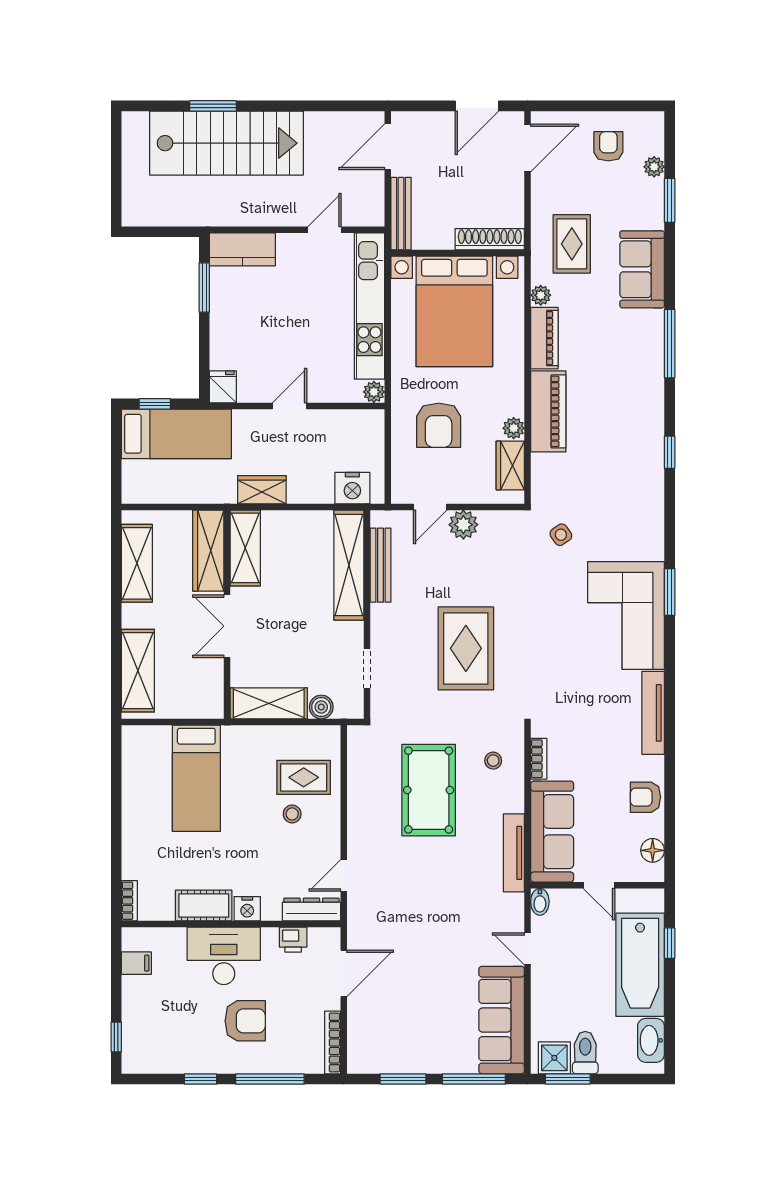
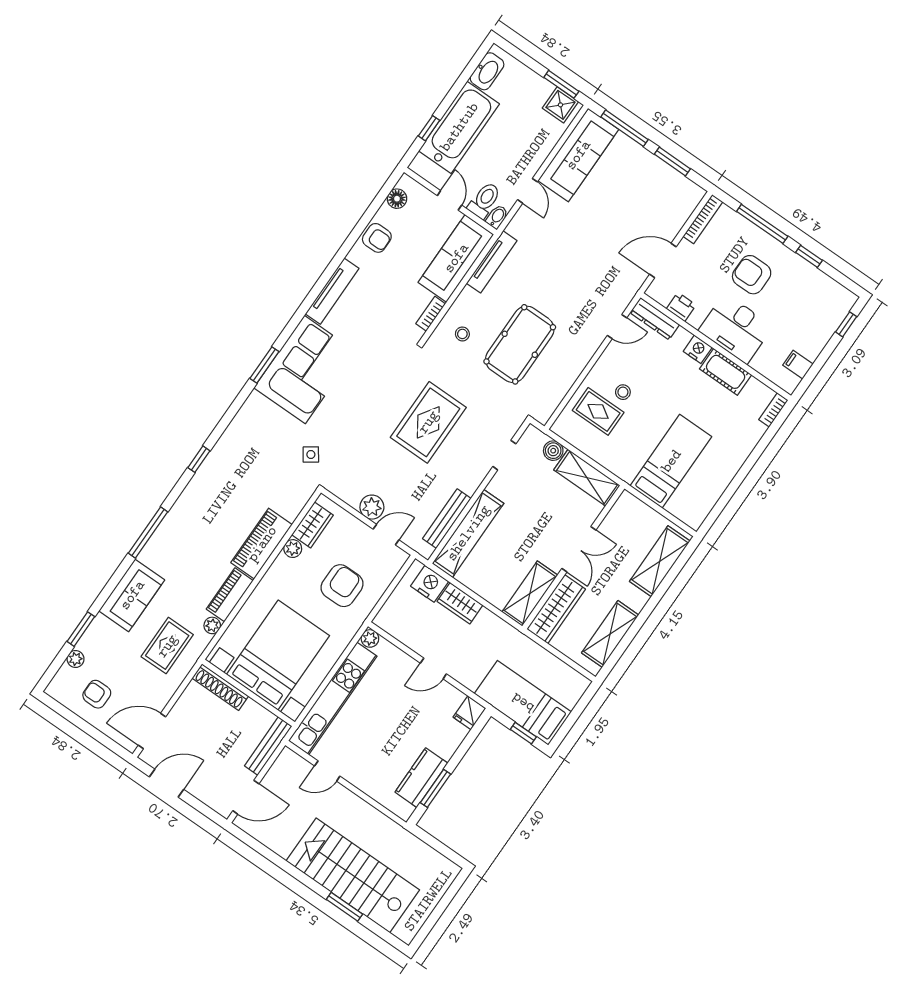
armchair: (608, 146) -> (97, 694), turned 90
kitchen counter: (242, 249) -> (421, 778), moved, turned -90
wardrobe: (262, 490) -> (460, 603), moved
toilet: (585, 1053) -> (484, 200), moved, turned 180

